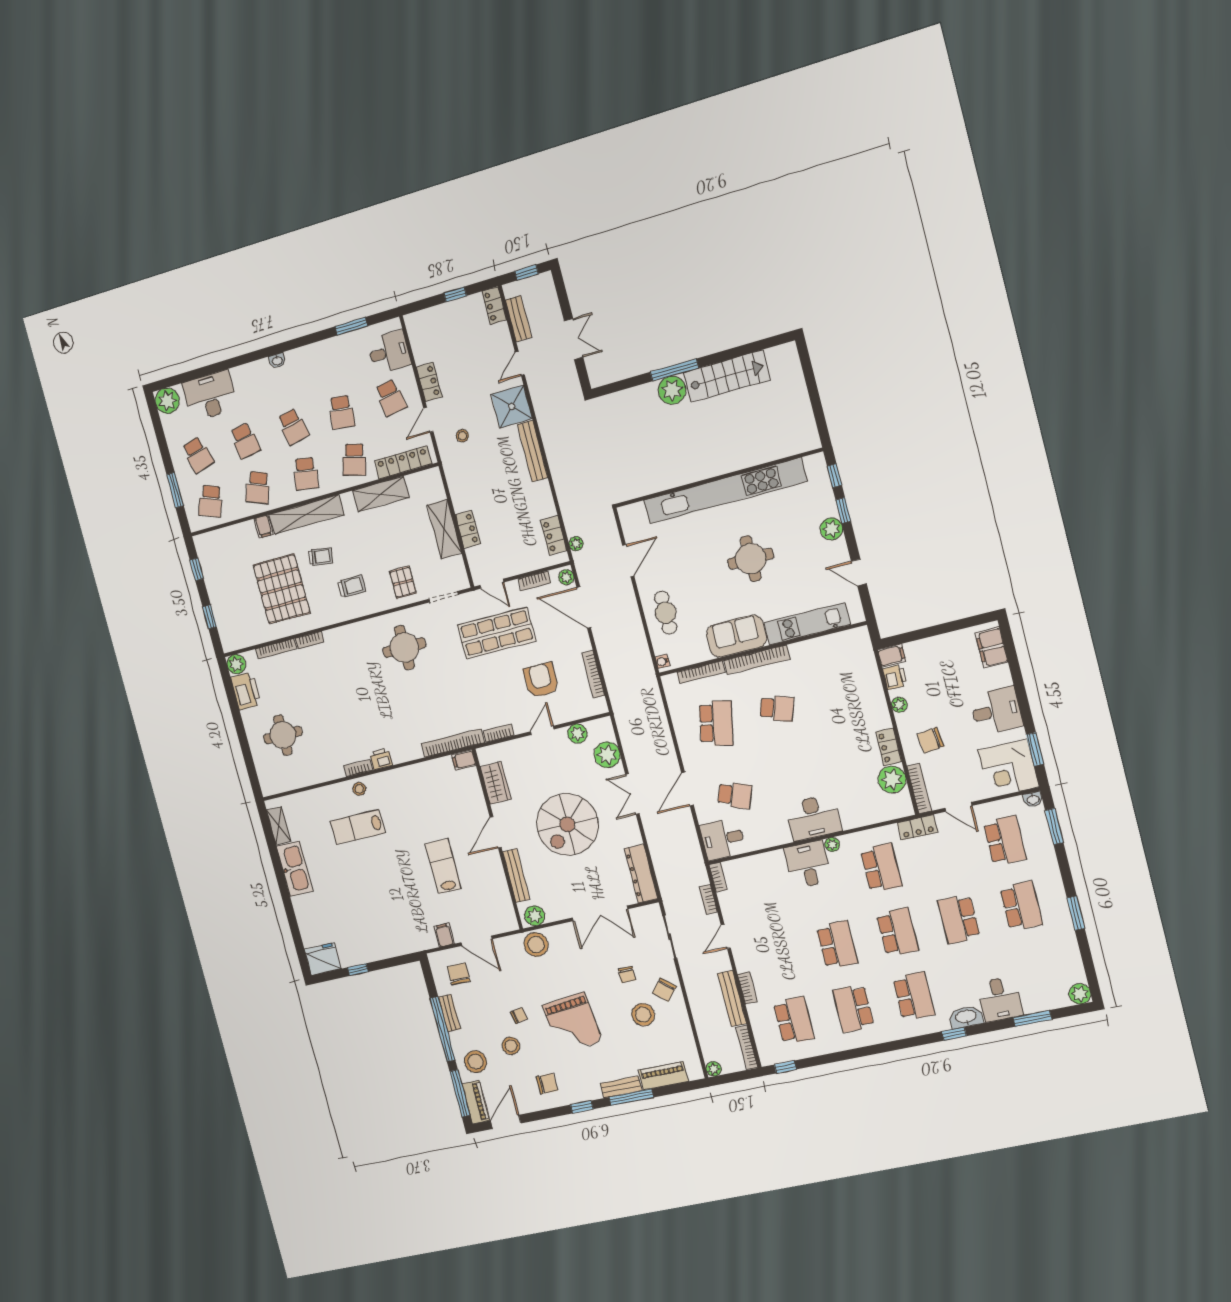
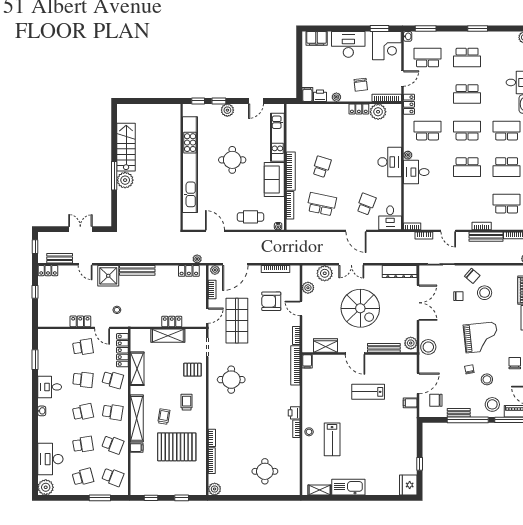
desk: (389, 352) -> (50, 387), moved, turned -90
printer: (246, 691) -> (232, 487), removed
desk: (996, 711) -> (348, 44), width x1.37
school desk: (1021, 906) -> (467, 58), turned 180
school desk: (837, 945) -> (467, 167), turned 180

